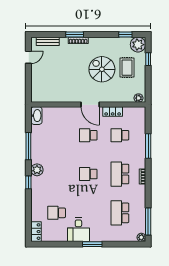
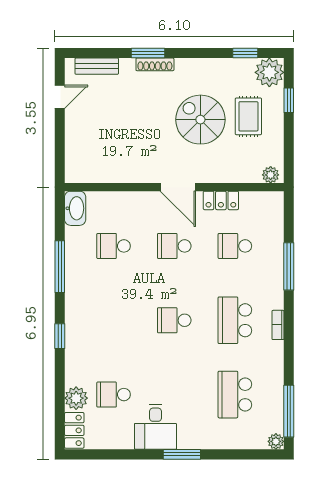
school desk: (57, 135) -> (114, 246), added
plant: (37, 170) -> (76, 398), moved

